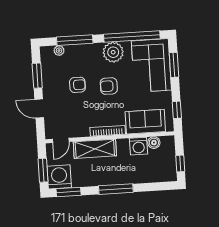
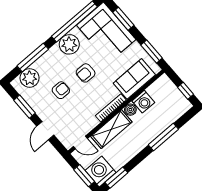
plant: (59, 51) -> (30, 78), width x1.88, depth x1.88
door: (39, 109) -> (45, 131), hinge flipped
window: (177, 110) -> (152, 51), width x1.50
door: (61, 140) -> (80, 143), hinge flipped
boiler: (154, 143) -> (130, 110), moved
window: (116, 189) -> (163, 137), moved

